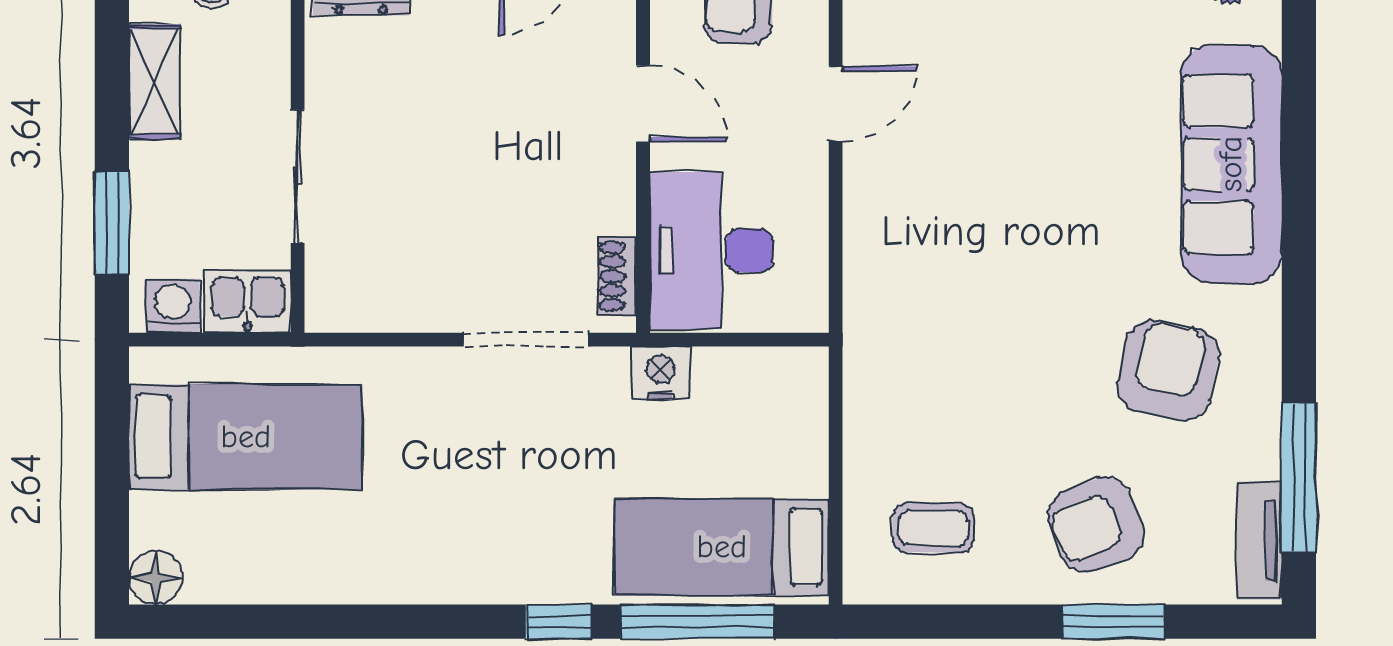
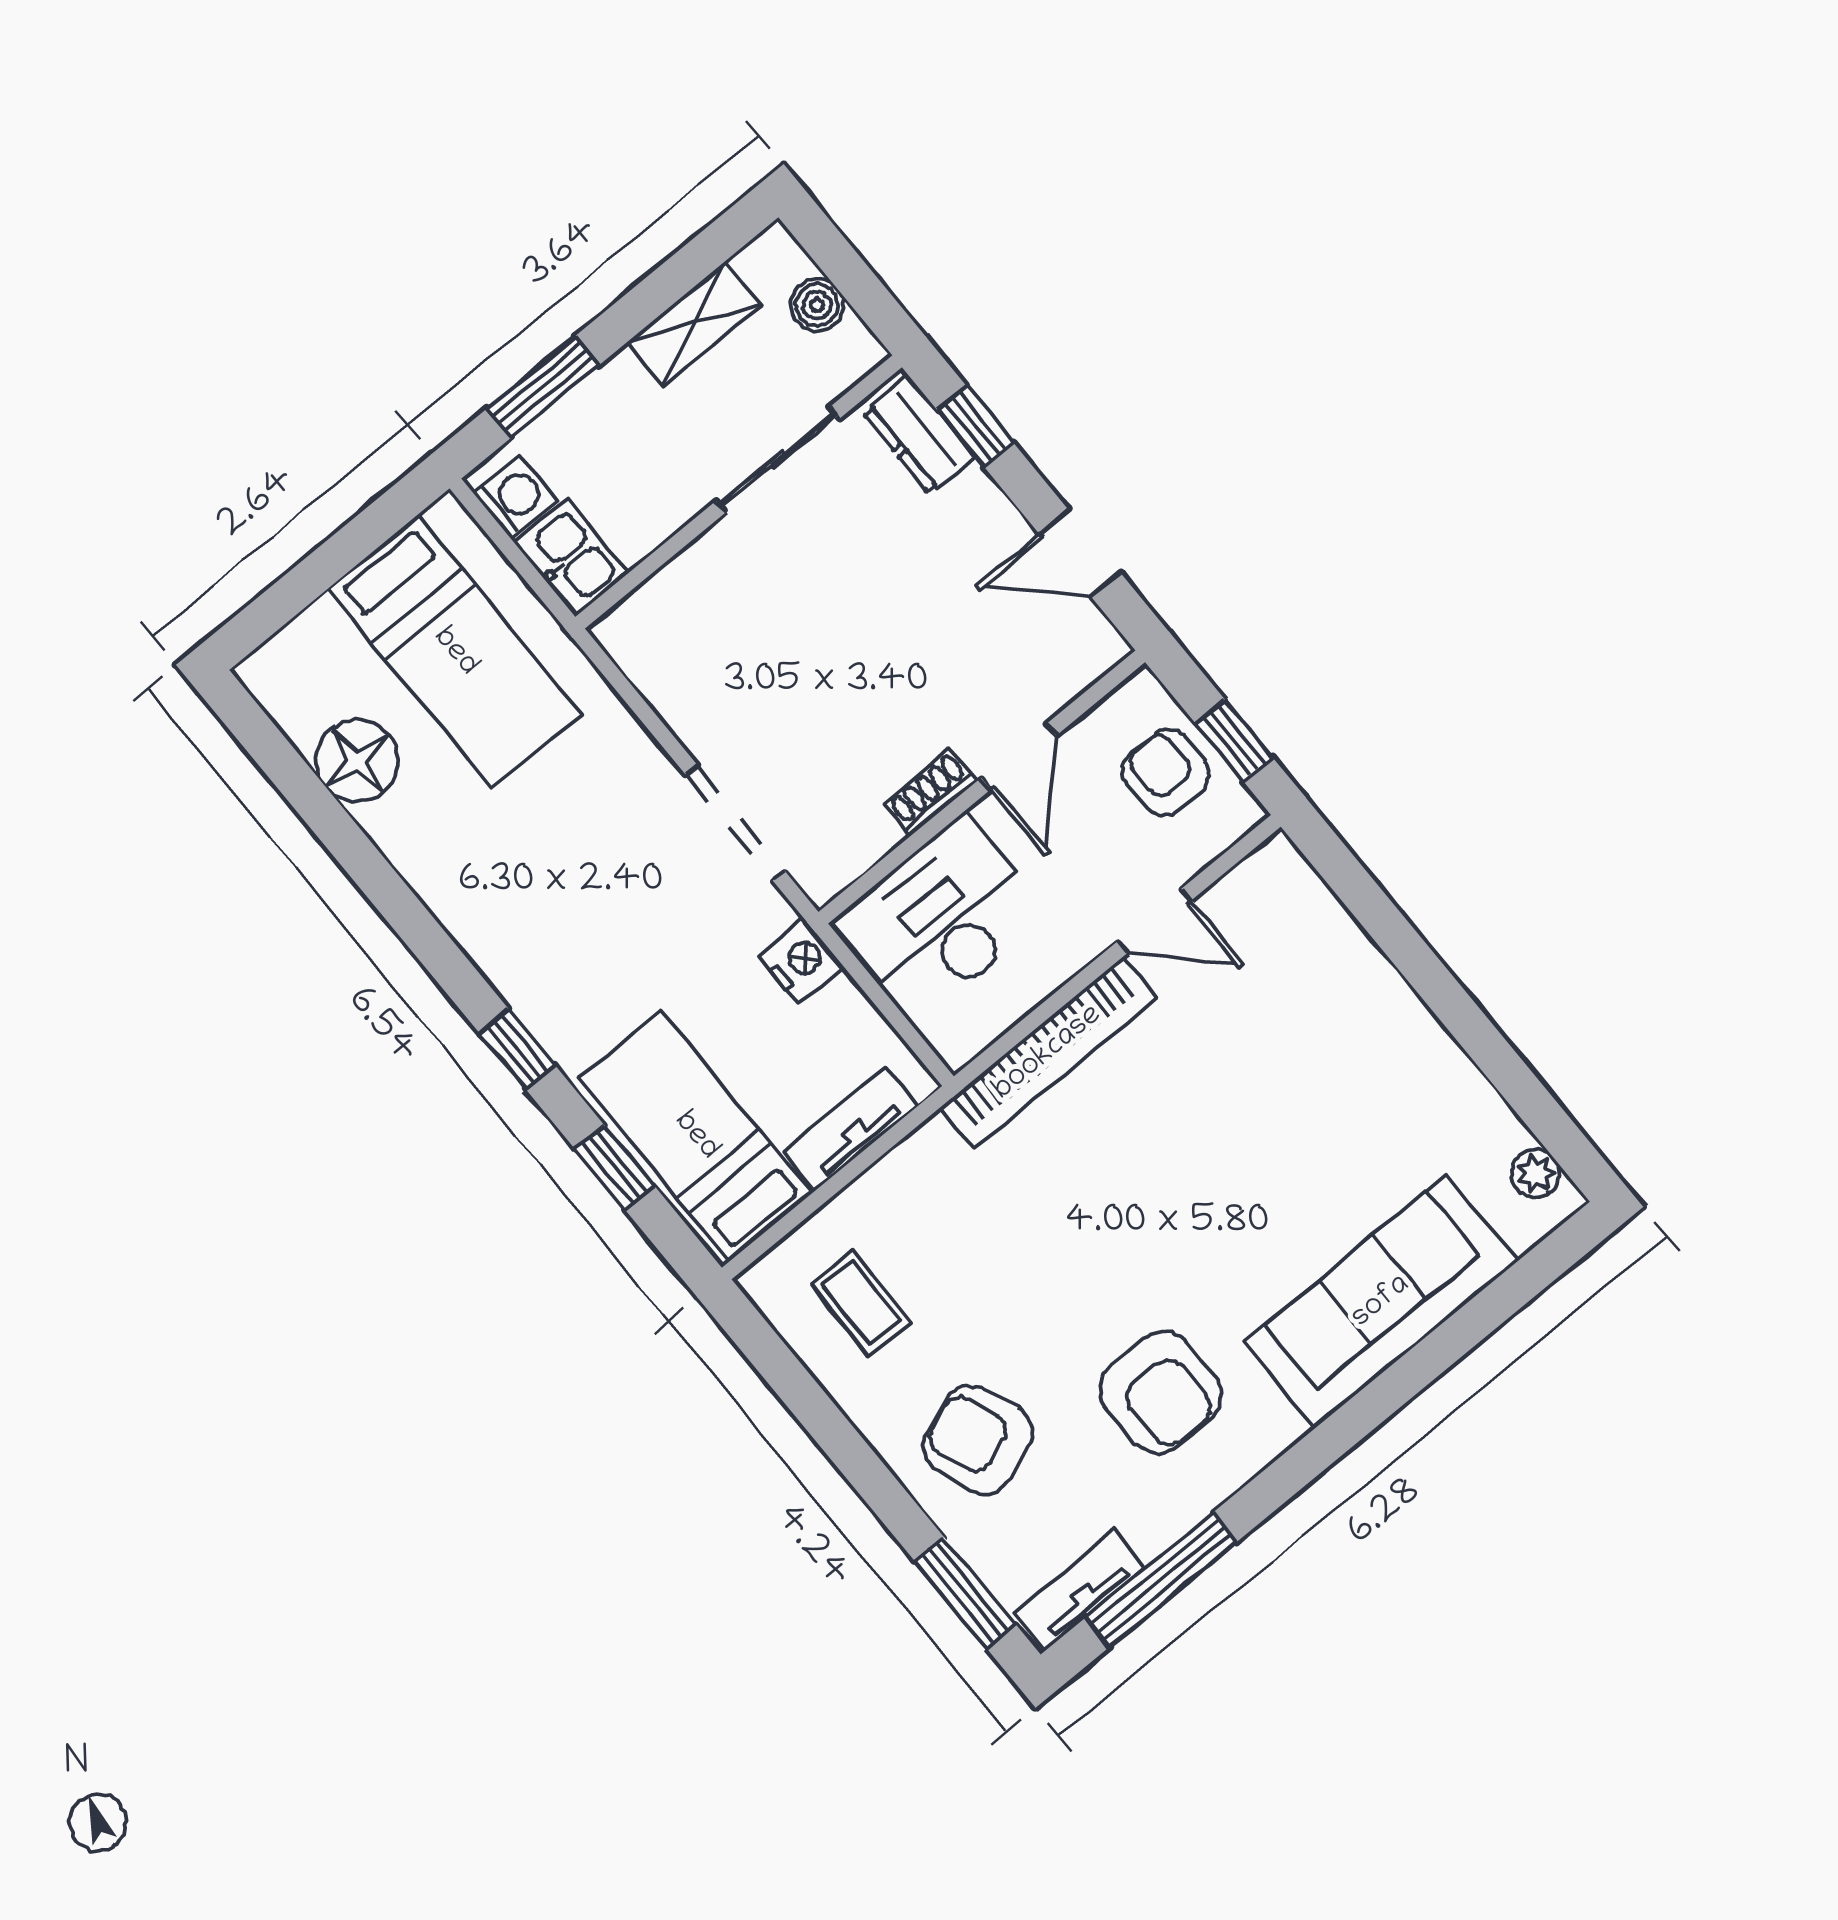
sliding door: (298, 176) -> (778, 460), moved
bookcase: (867, 253) -> (1048, 1053), added
shoe rack: (617, 276) -> (931, 792), moved
armchair: (1168, 370) -> (1161, 1392), turned 78
tv unit: (806, 434) -> (851, 1128), added
floor lamp: (156, 578) -> (357, 761), moved, width x1.38, depth x1.38
window: (697, 622) -> (615, 1168), width x0.46
window: (1113, 622) -> (965, 1593), moved

